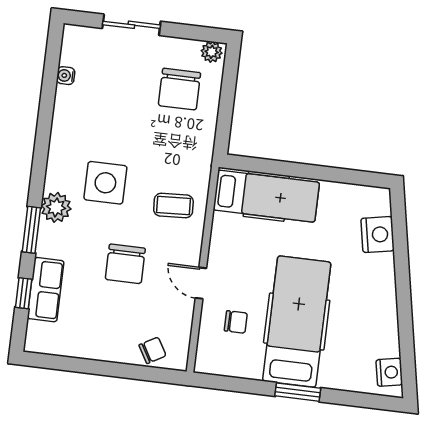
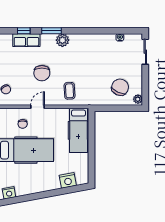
sliding door: (131, 25) -> (145, 52), moved
chair: (180, 89) -> (120, 87), turned 115
side table: (105, 183) -> (76, 60), removed
chair: (125, 264) -> (42, 73), turned -90

